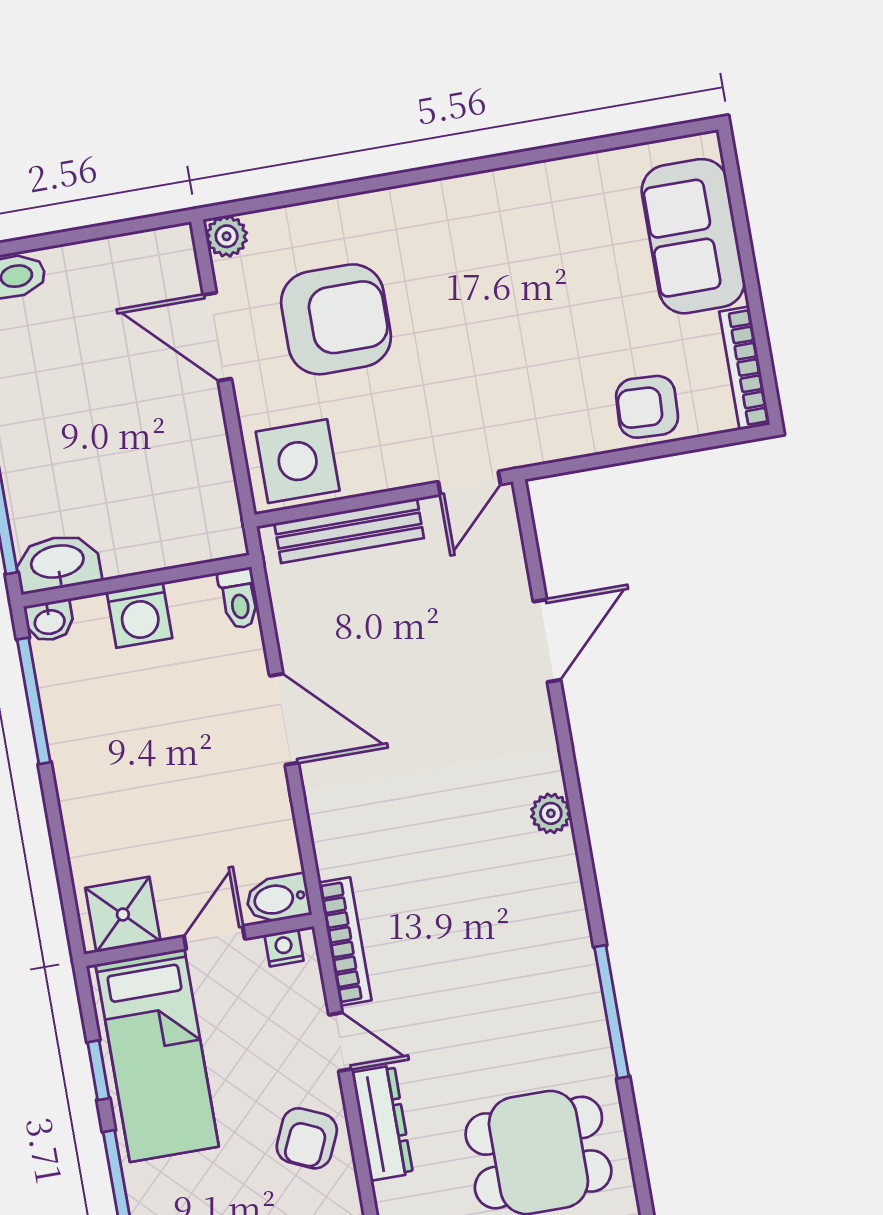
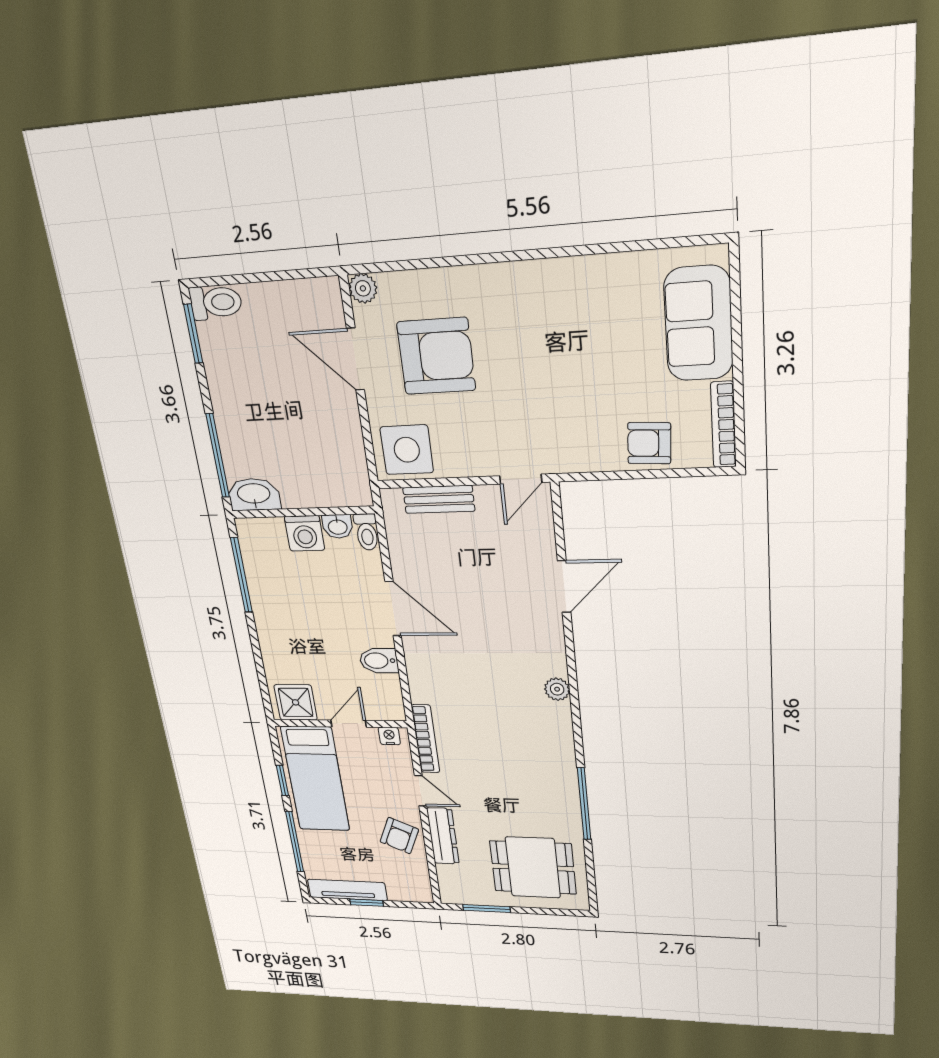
bench: (349, 531) -> (439, 499), width x0.73
washbasin: (49, 621) -> (338, 526), moved
bidet: (278, 899) -> (379, 661), moved

